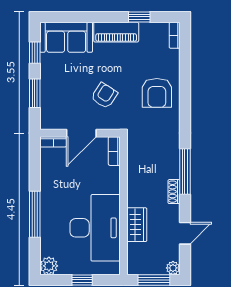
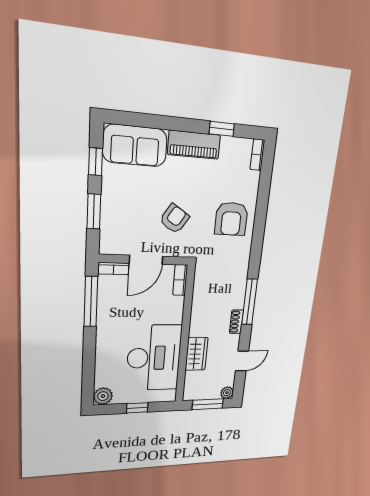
window: (35, 214) -> (91, 302), moved

